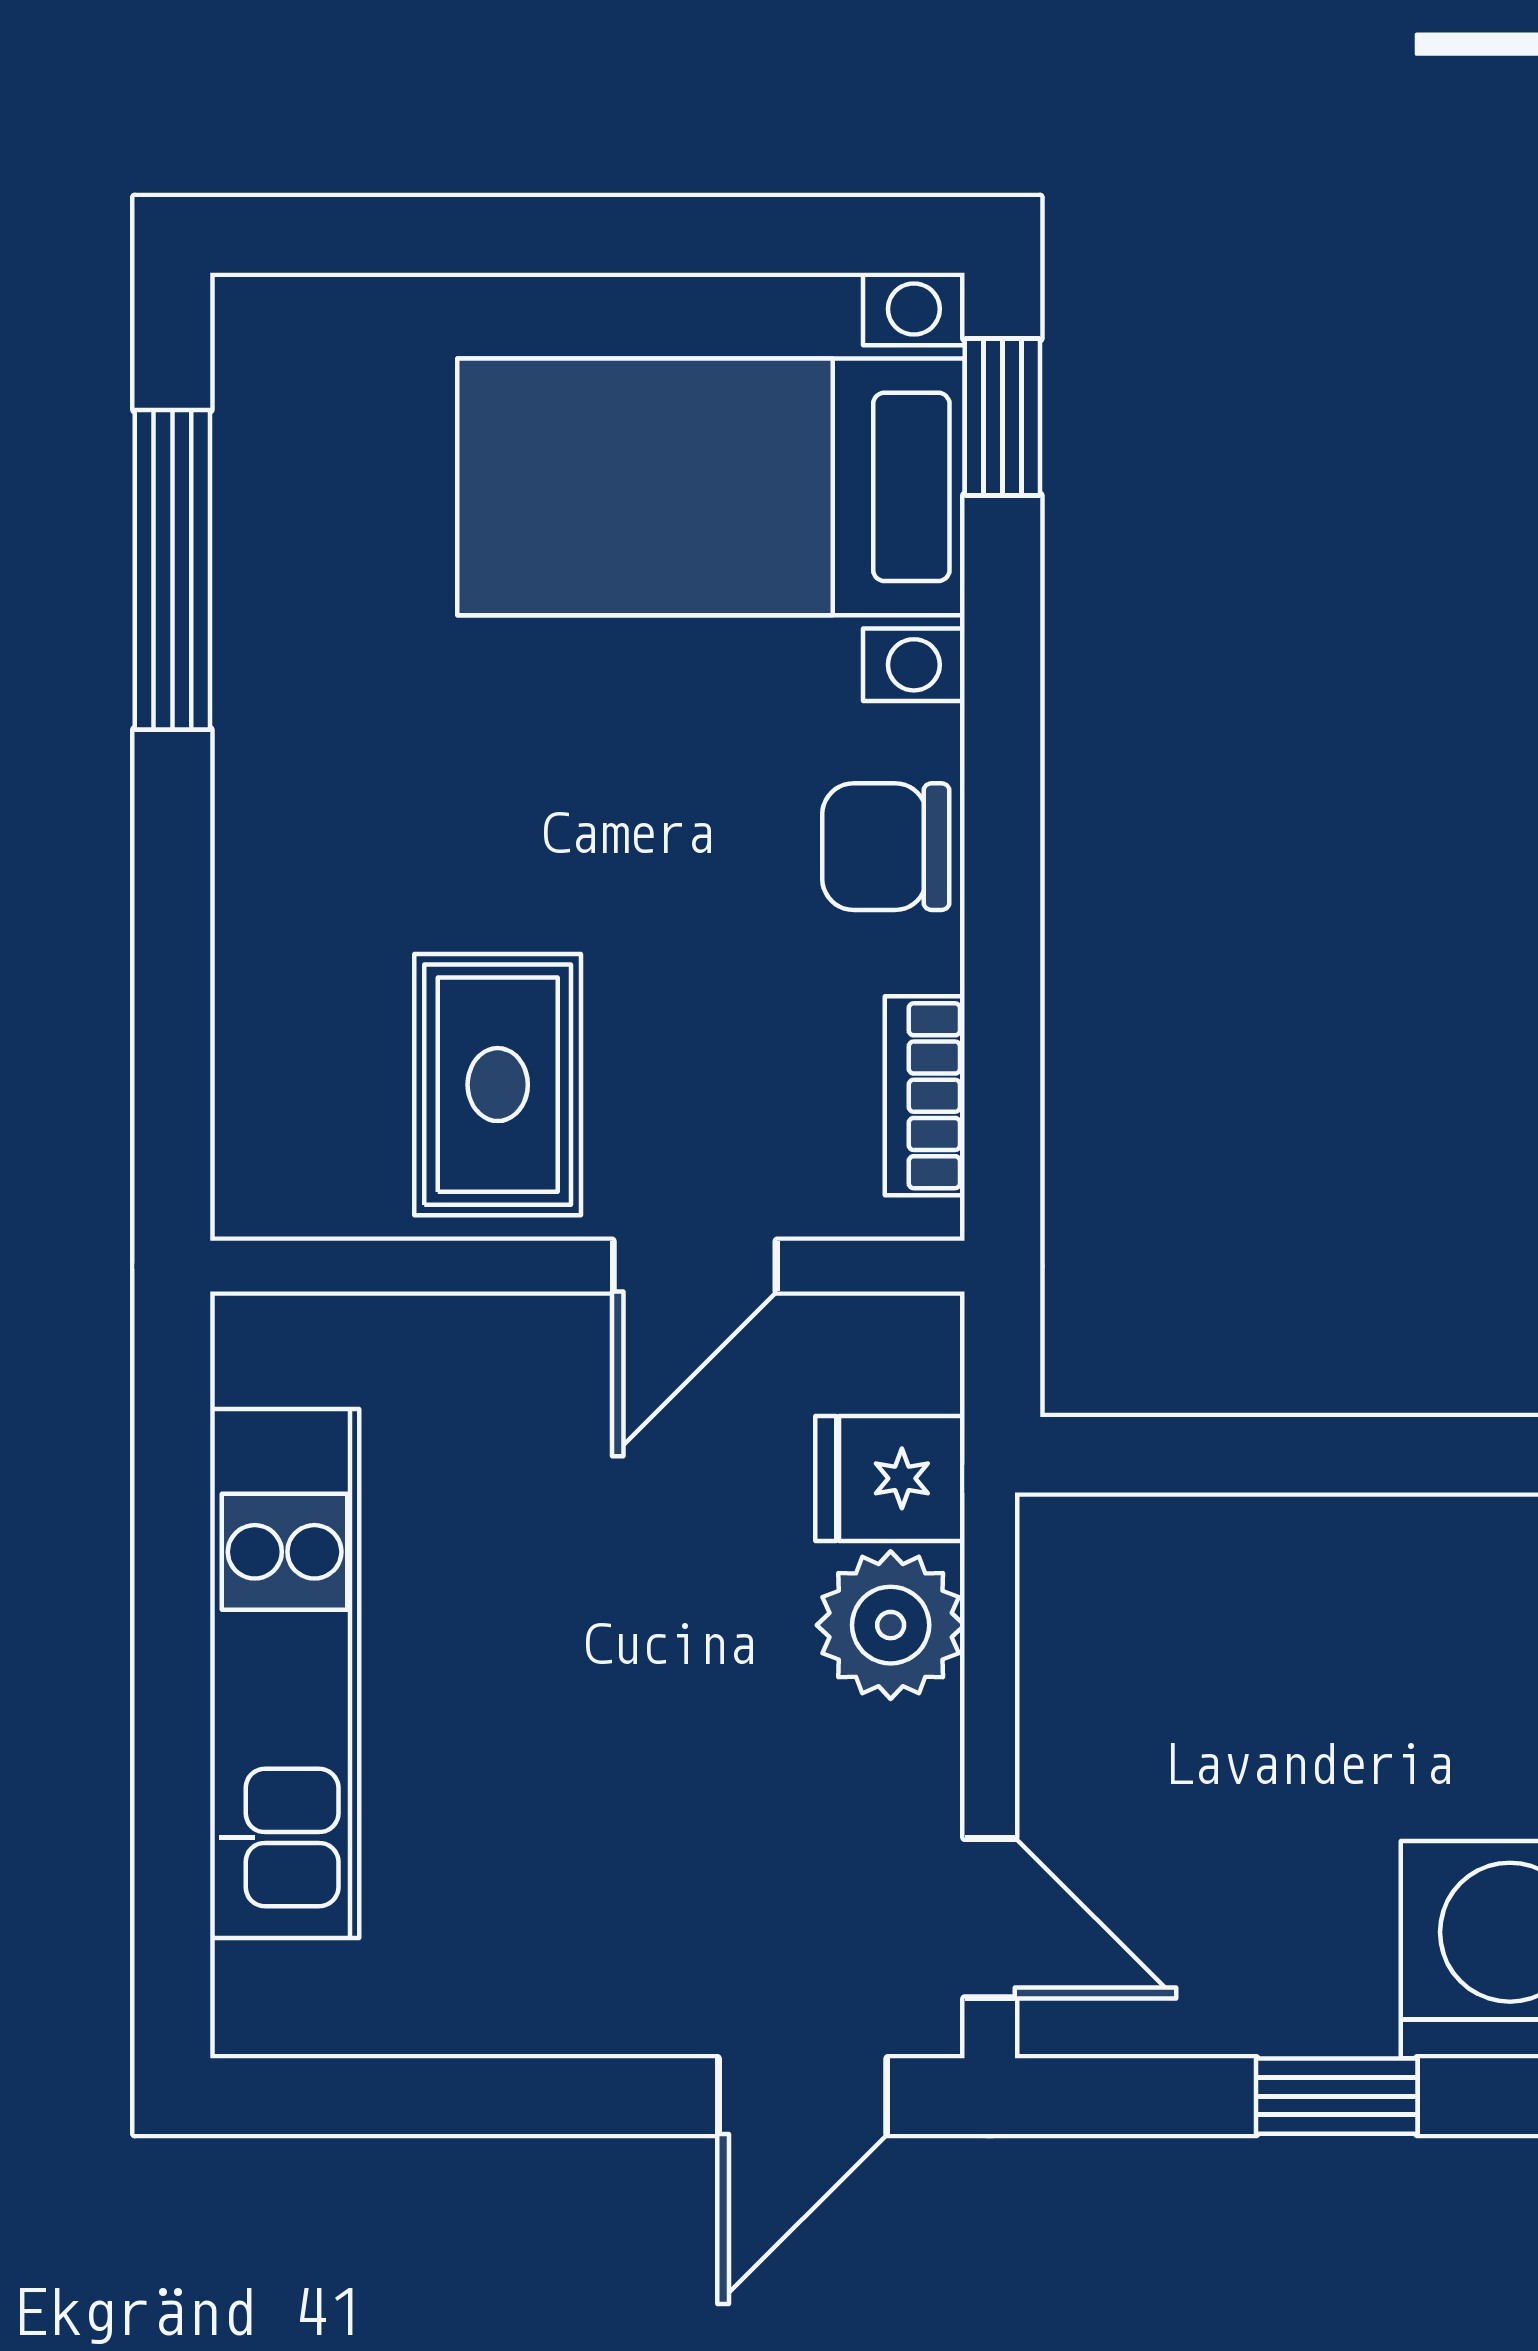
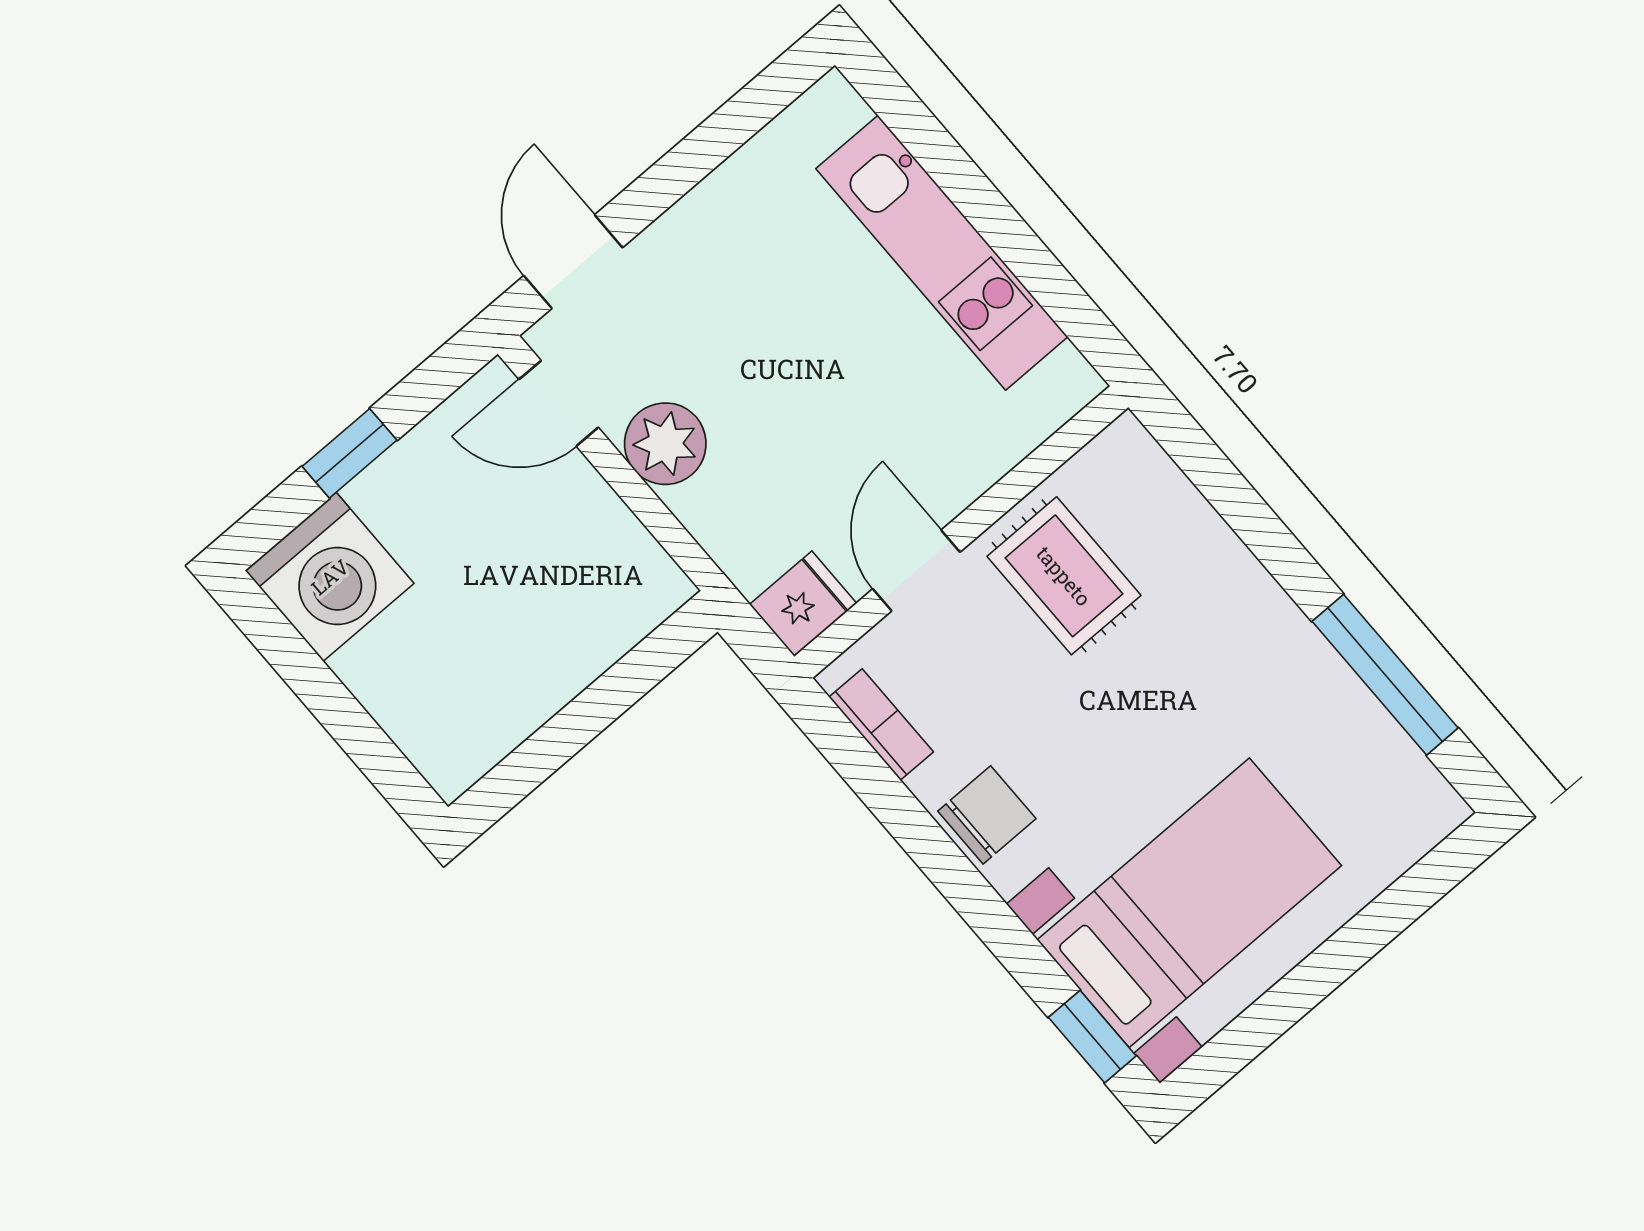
fridge: (890, 1478) -> (803, 604), moved
plant: (891, 1625) -> (665, 444), moved

